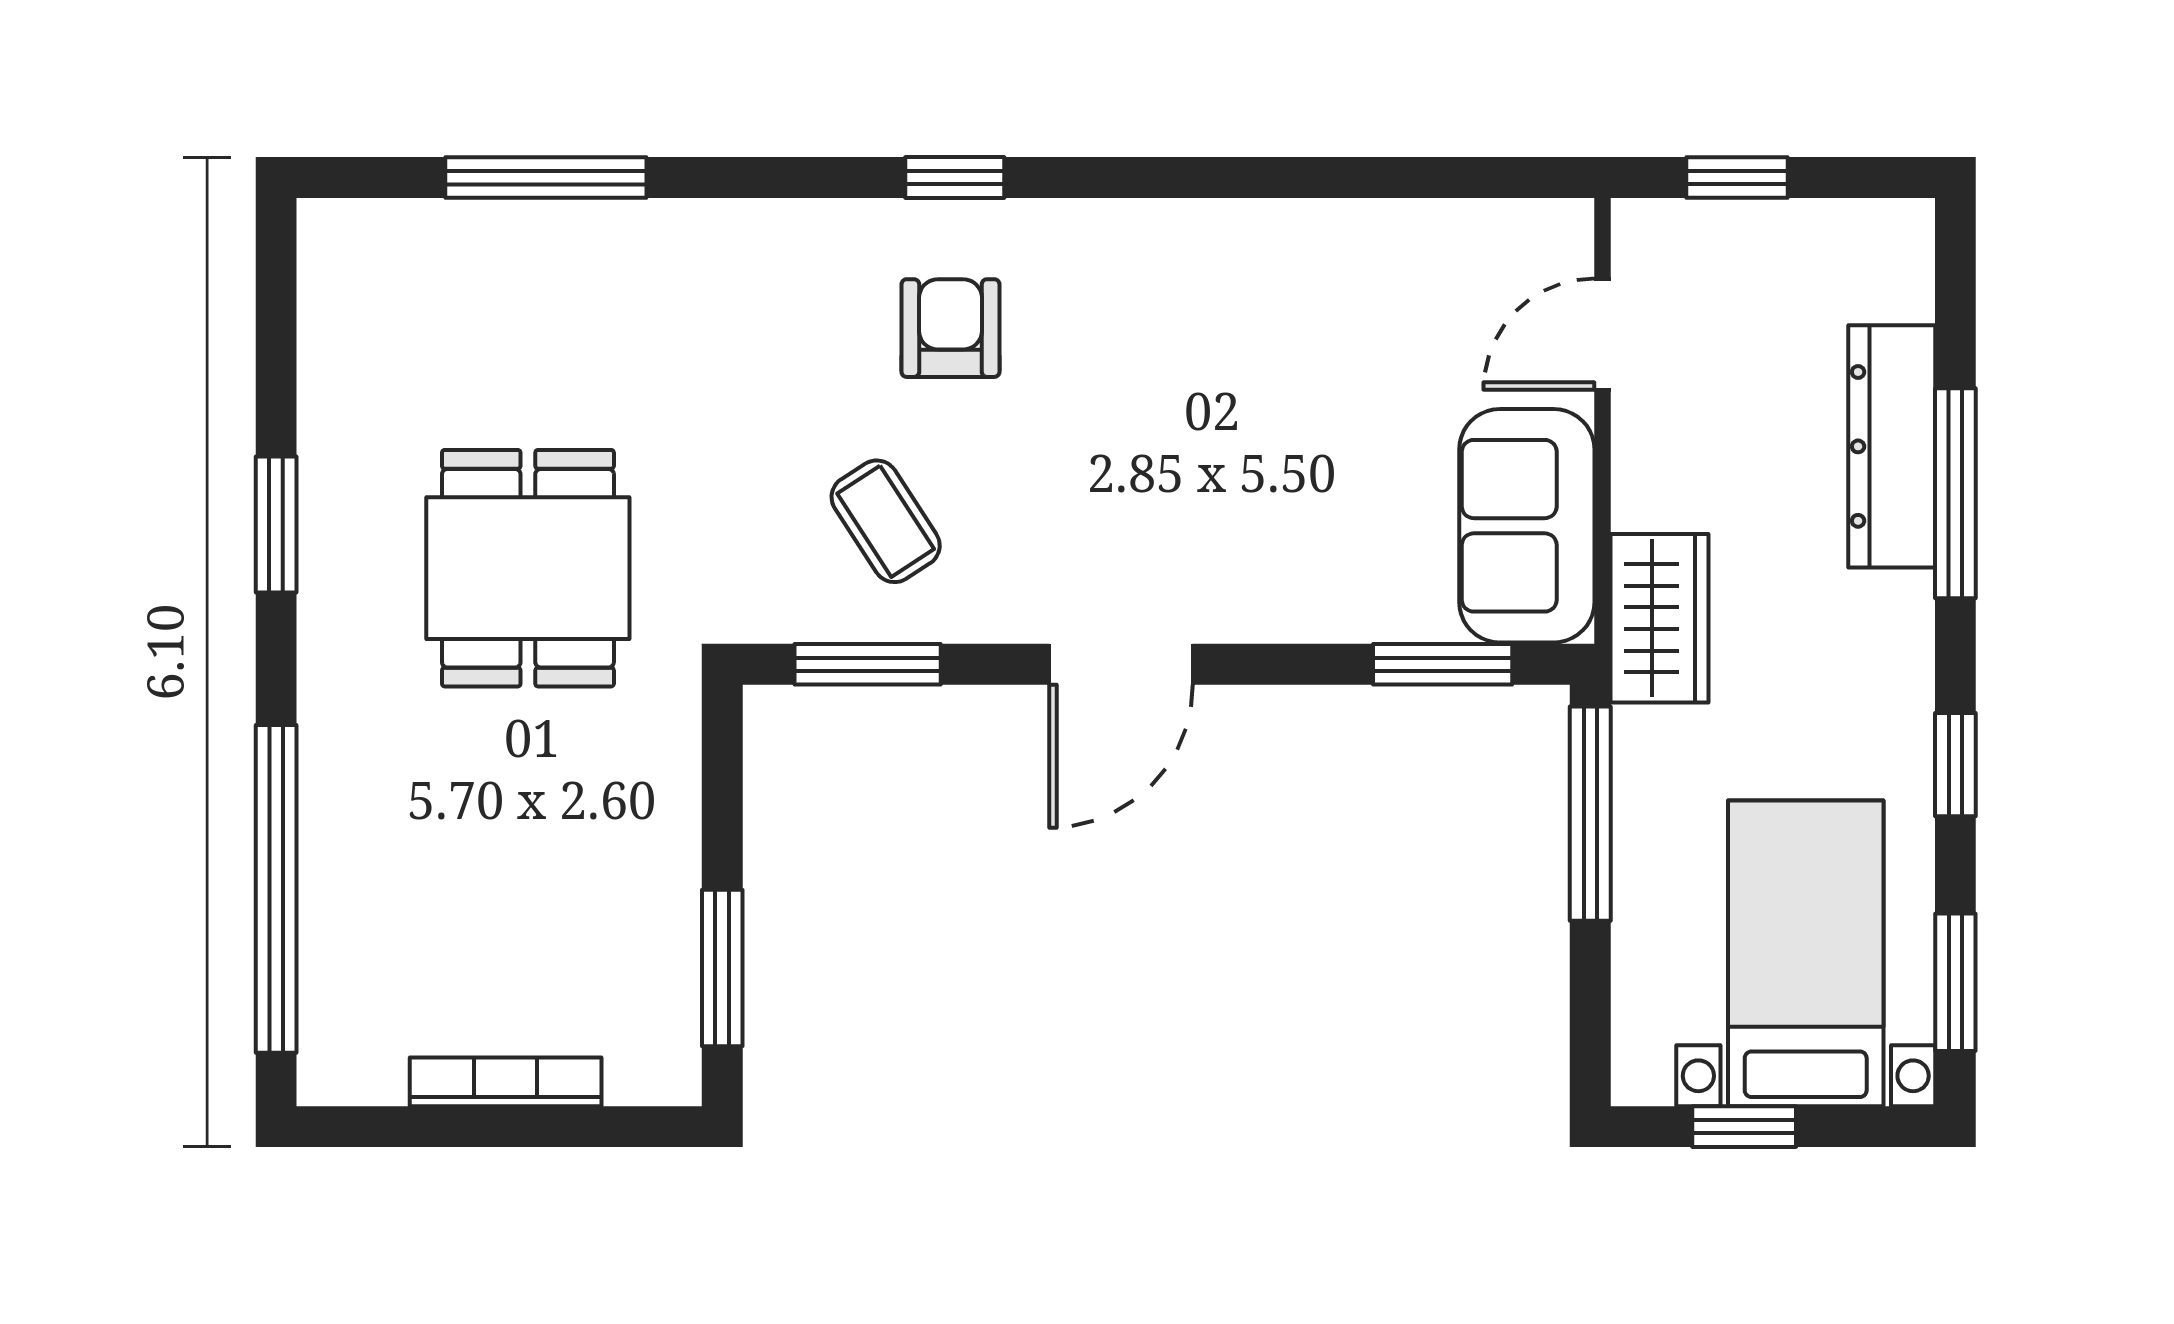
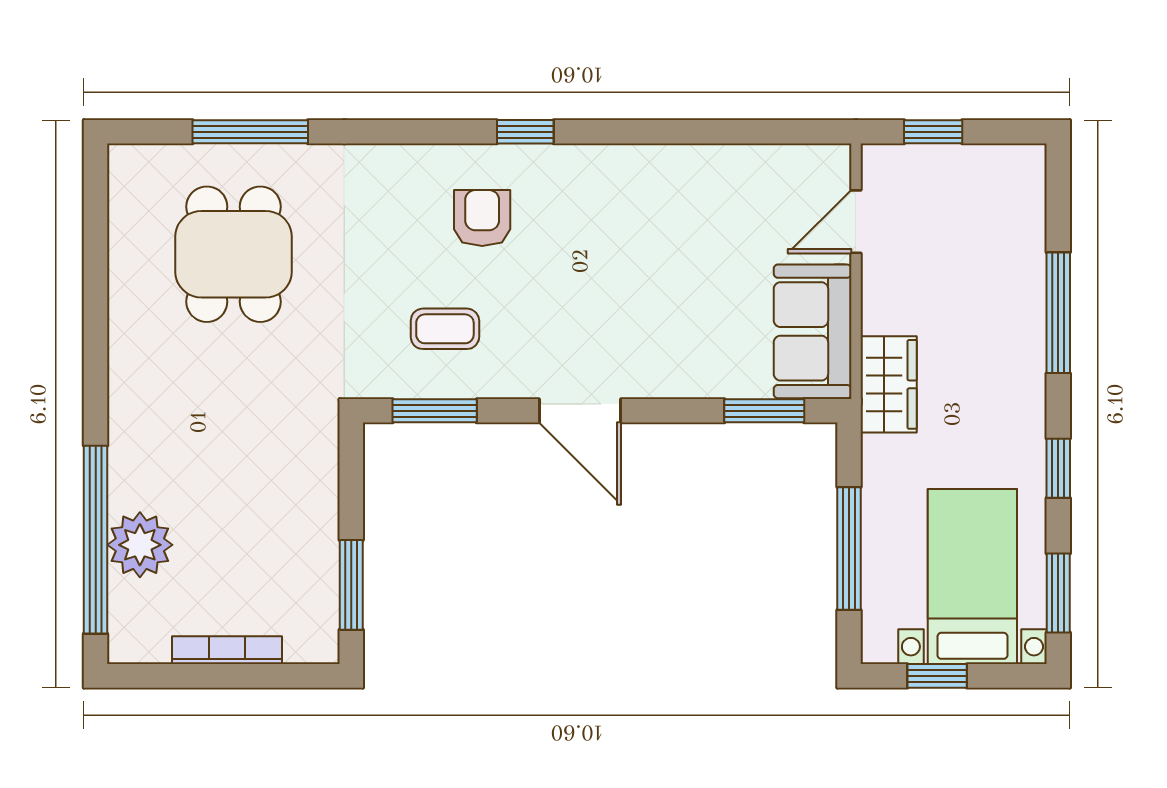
window: (955, 178) -> (525, 132), moved
dresser: (1892, 446) -> (1022, 286), removed
coffee table: (886, 521) -> (445, 329), turned -57
window: (276, 524) -> (96, 331), removed
dining table: (528, 568) -> (234, 254), moved
door: (1121, 664) -> (580, 411), hinge flipped
window: (1590, 814) -> (849, 549), moved
plant: (353, 898) -> (140, 545), added

